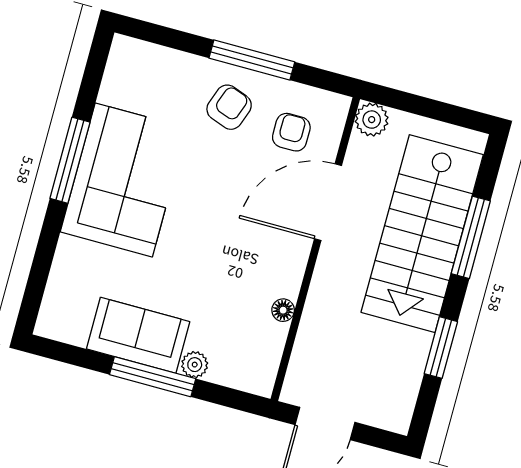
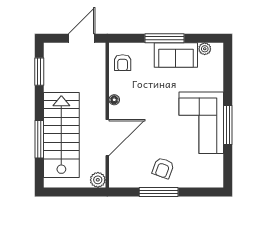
armchair: (291, 132) -> (123, 63), moved
floor lamp: (283, 310) -> (114, 100), moved
window: (441, 348) -> (39, 72), moved
plant: (195, 365) -> (205, 49), moved

